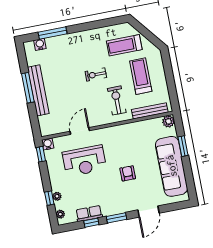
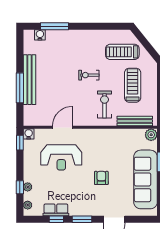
window: (28, 88) -> (20, 88), moved

